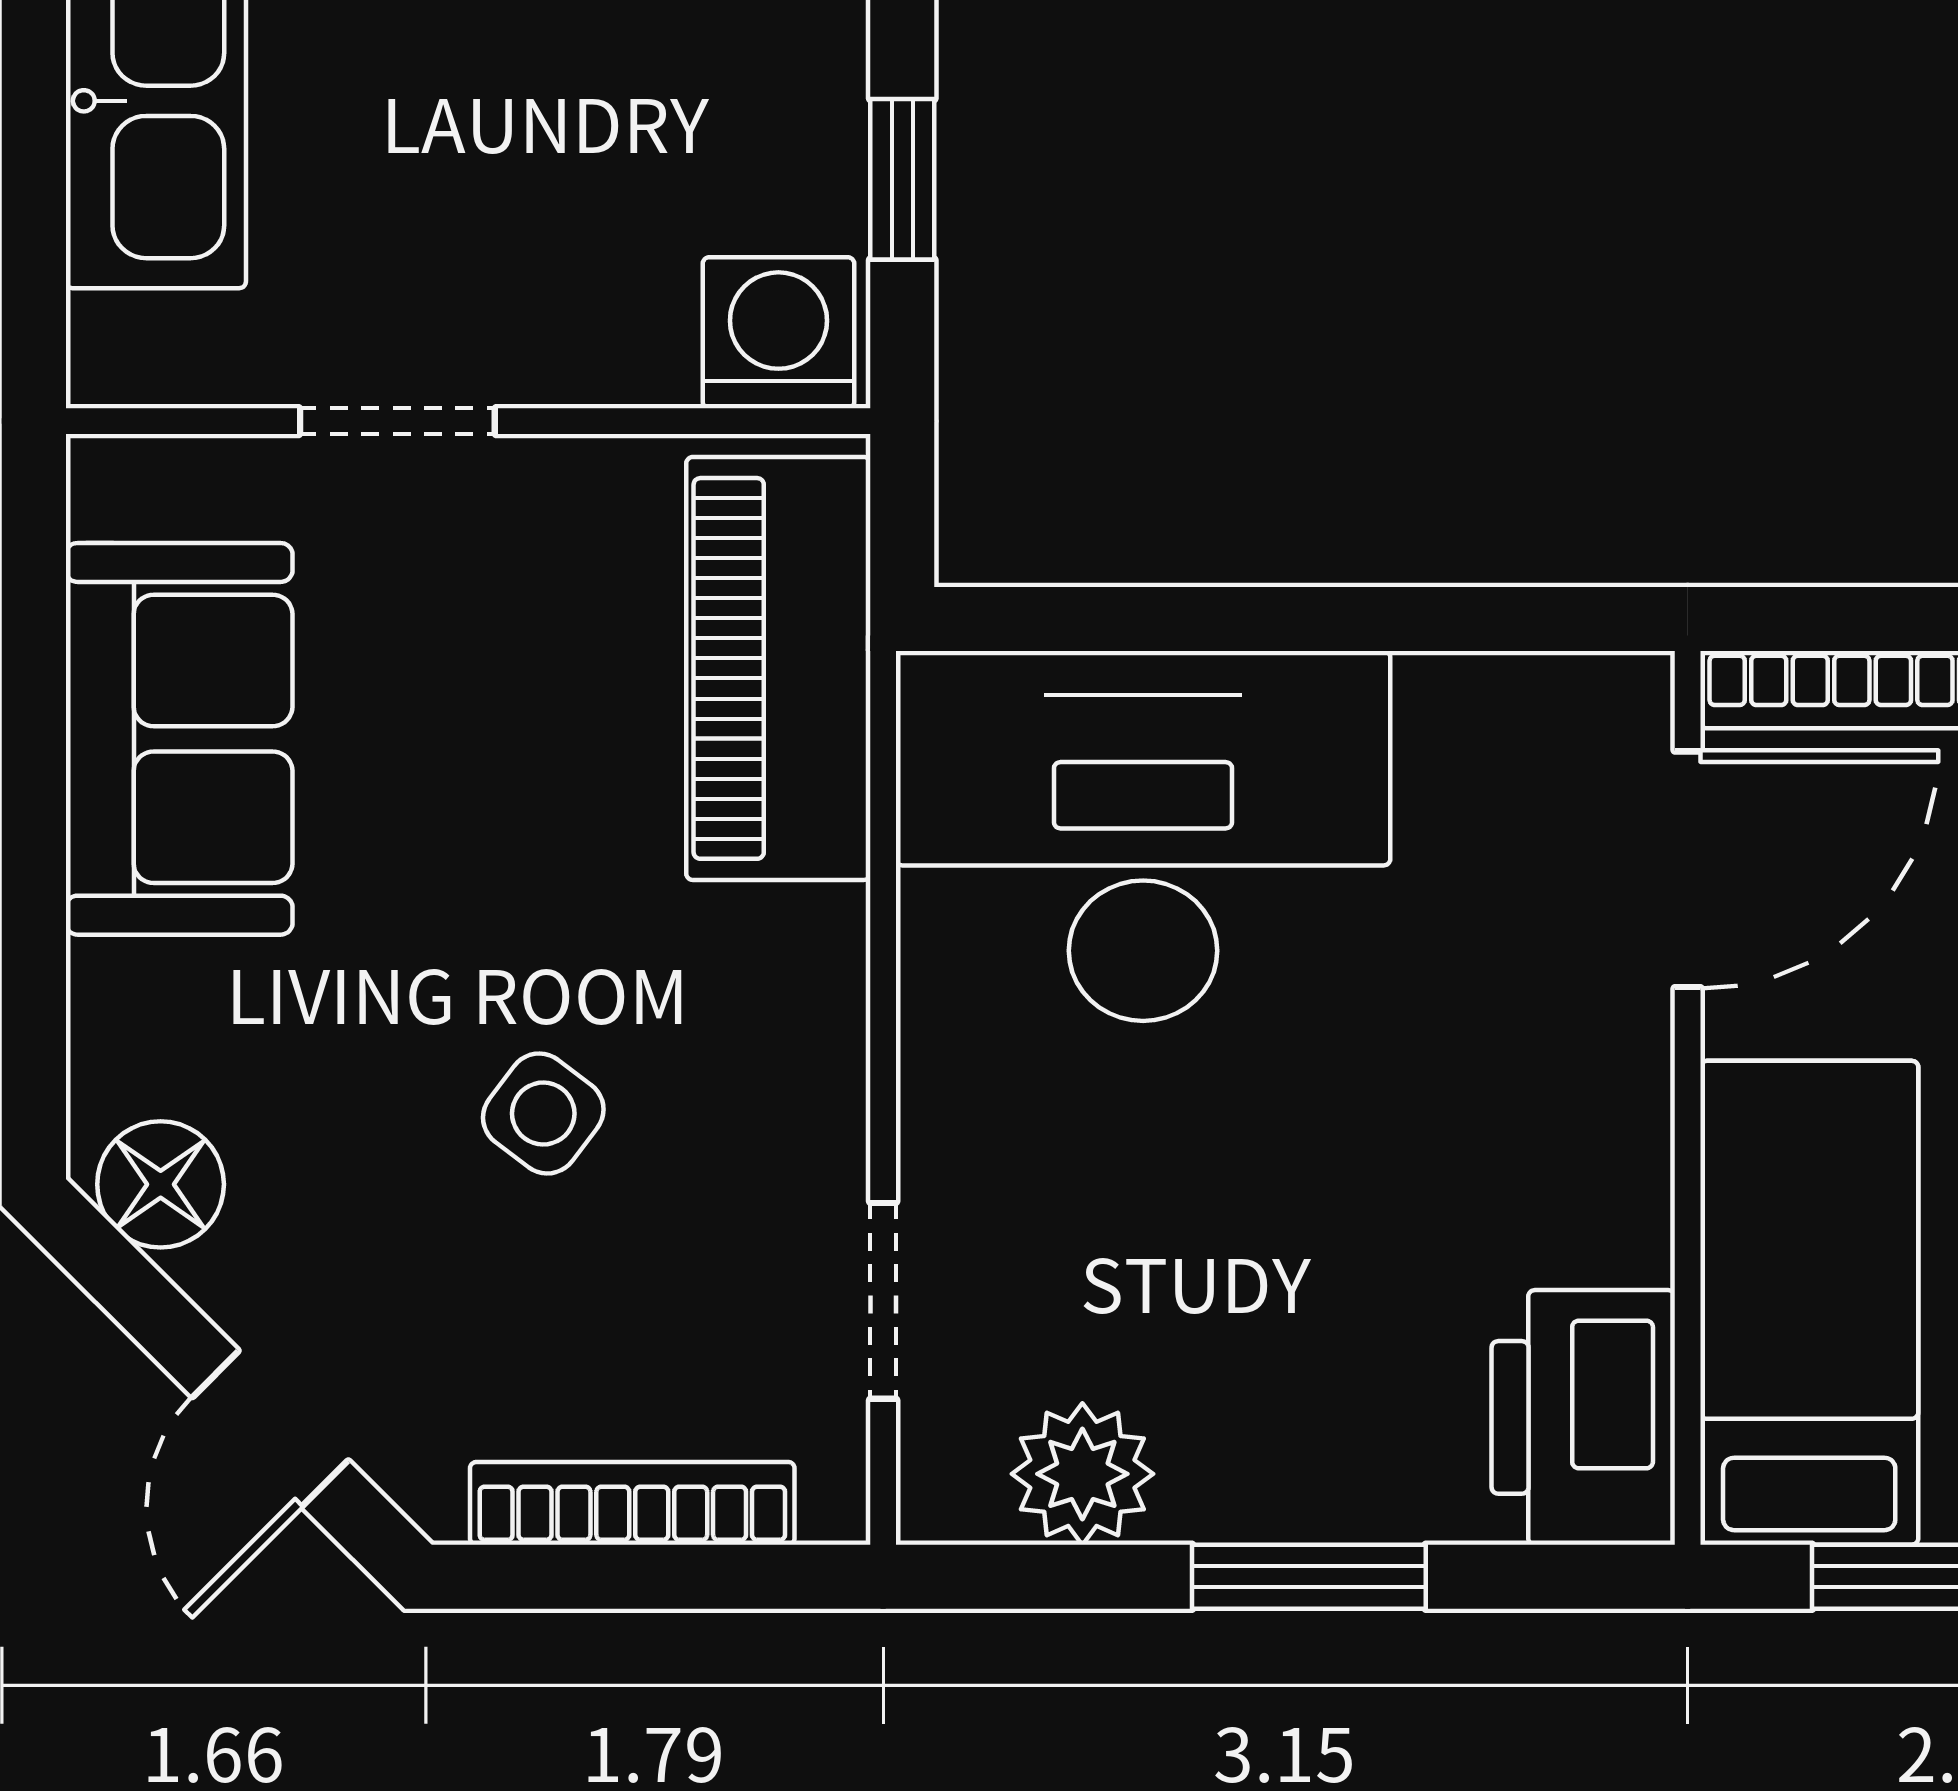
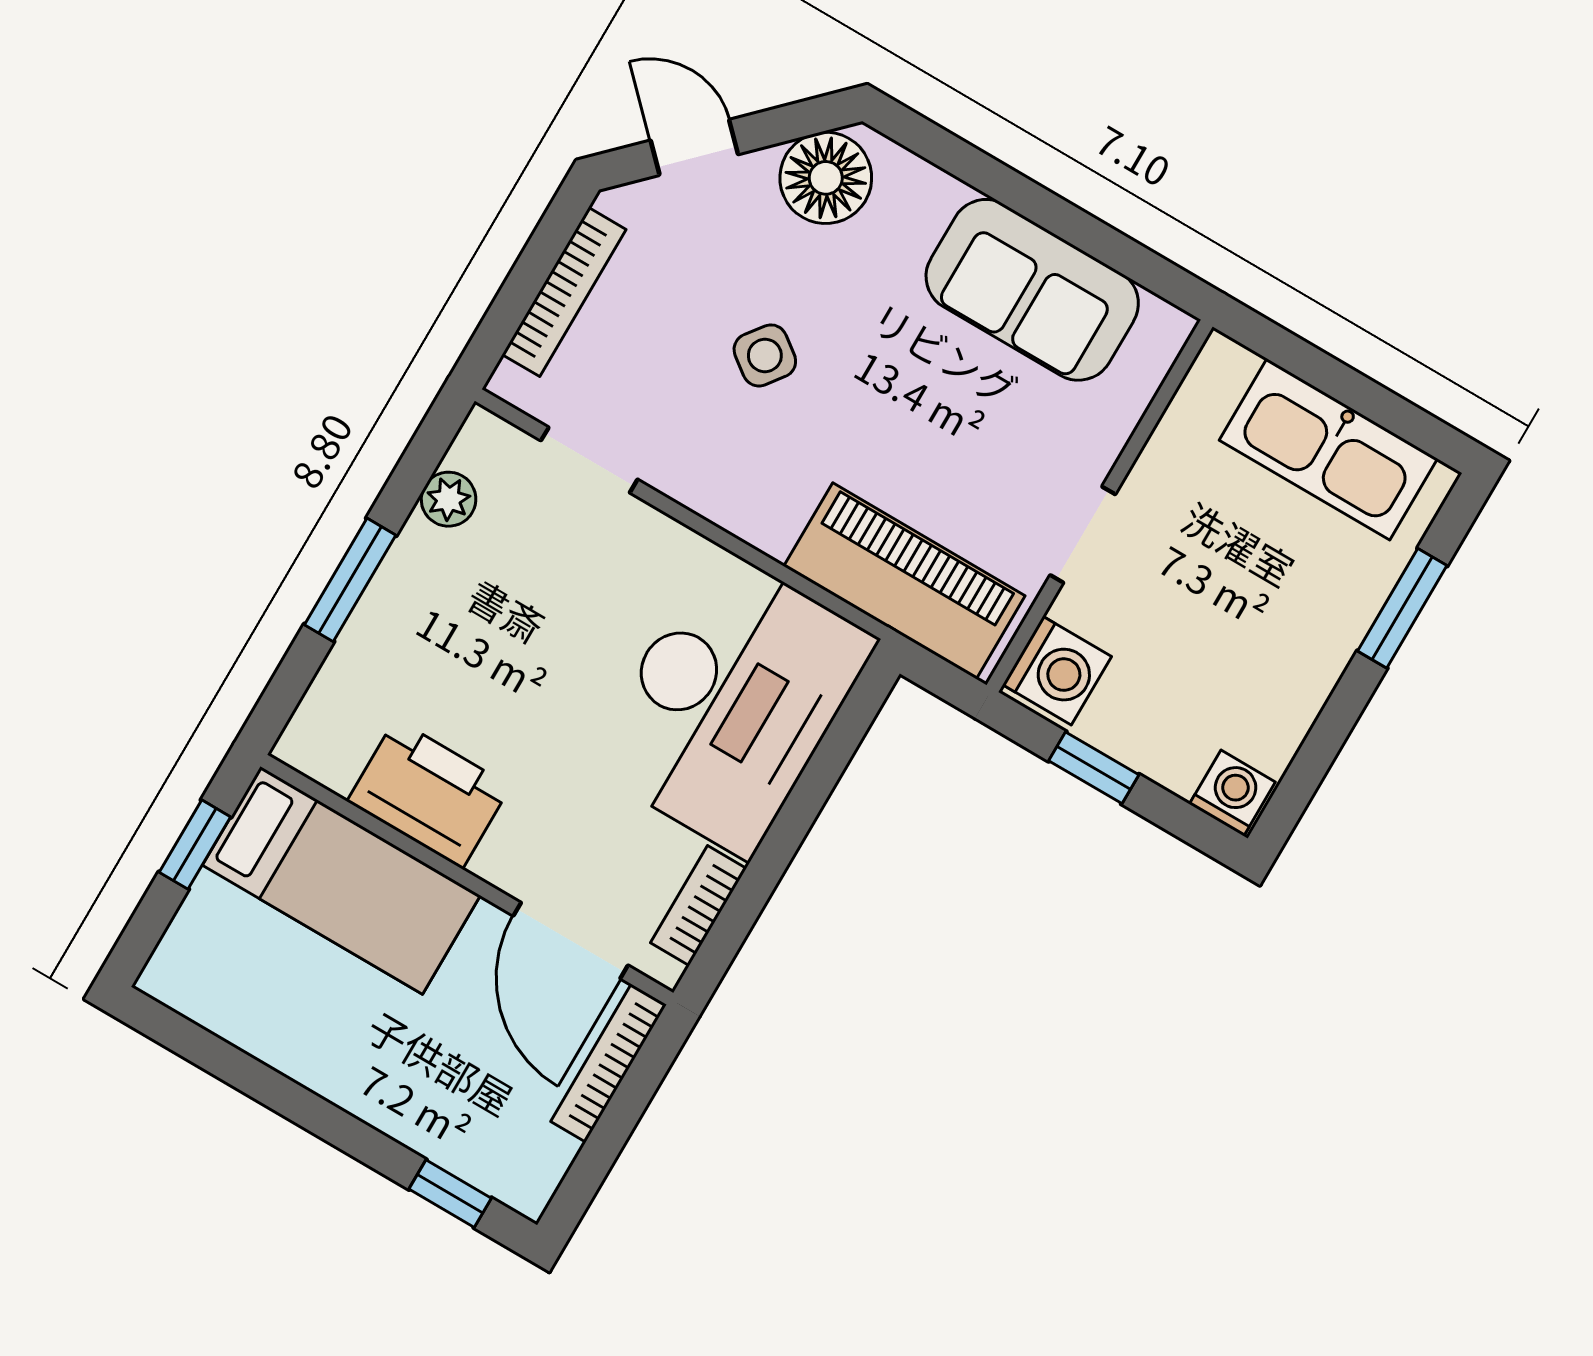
doorway: (397, 421) -> (1083, 535), moved
bookcase: (1508, 694) -> (698, 906), added
floor lamp: (161, 1184) -> (826, 178), width x1.38, depth x1.38
printer: (1583, 1417) -> (429, 794), moved
plant: (1082, 1474) -> (449, 499), width x0.73, depth x0.73

